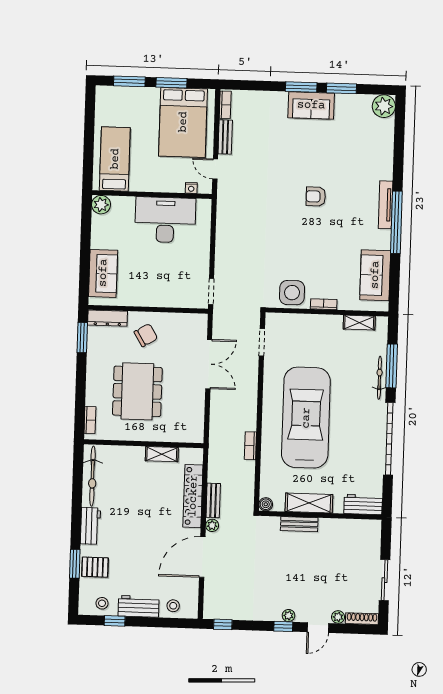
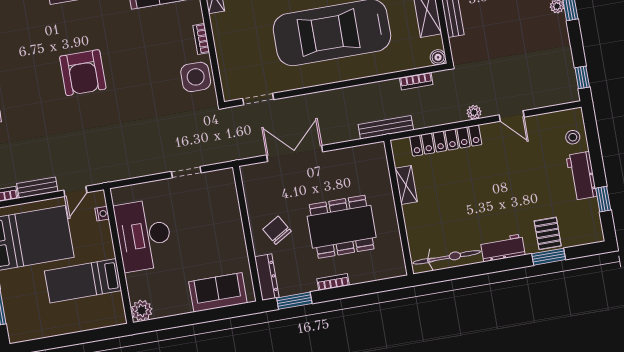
bed: (115, 159) -> (83, 281), moved
armchair: (316, 196) -> (83, 73), width x1.88, depth x1.88
doorway: (211, 292) -> (186, 172), moved
bookcase: (90, 420) -> (333, 282), moved
bookcase: (250, 446) -> (416, 81), moved
bench: (213, 500) -> (386, 127), moved, width x1.36
door: (202, 557) -> (512, 116), width x0.53
stool: (102, 603) -> (587, 217), removed

